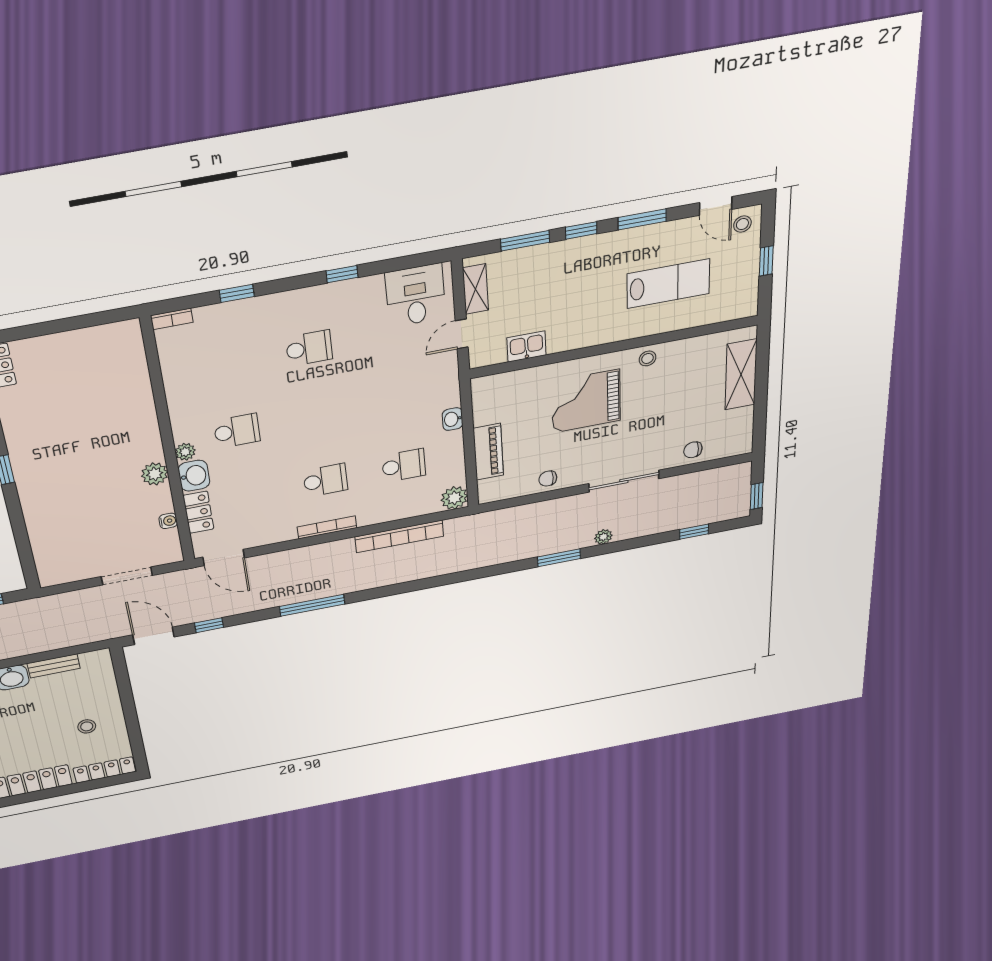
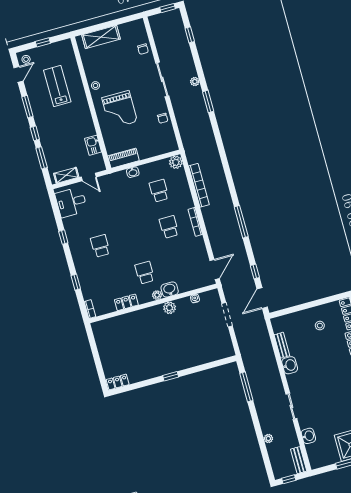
piano: (488, 452) -> (123, 158), moved
locker: (198, 512) -> (126, 302), moved

